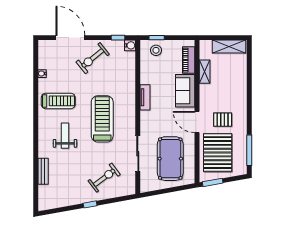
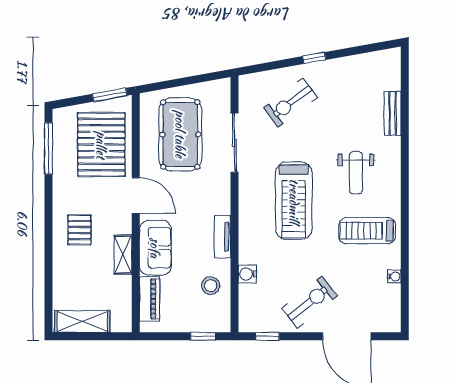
water cooler: (130, 45) -> (247, 274), moved
stool: (156, 50) -> (211, 286), moved
shelving: (205, 72) -> (123, 254), moved
pallet: (223, 120) -> (79, 230), moved, turned 90

